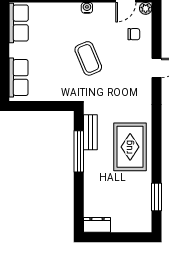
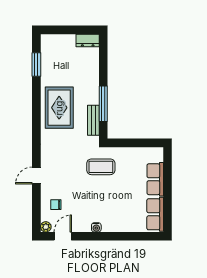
coffee table: (88, 58) -> (101, 167), moved, turned -67
row of seats: (19, 78) -> (155, 179), moved

